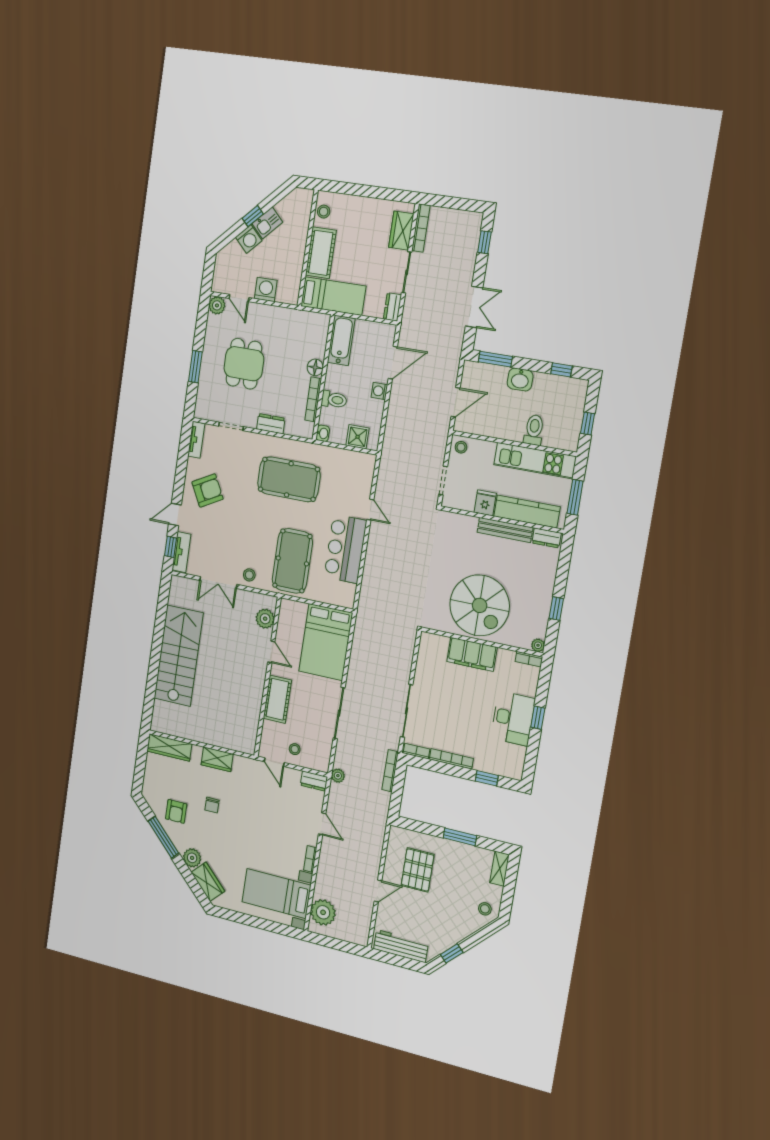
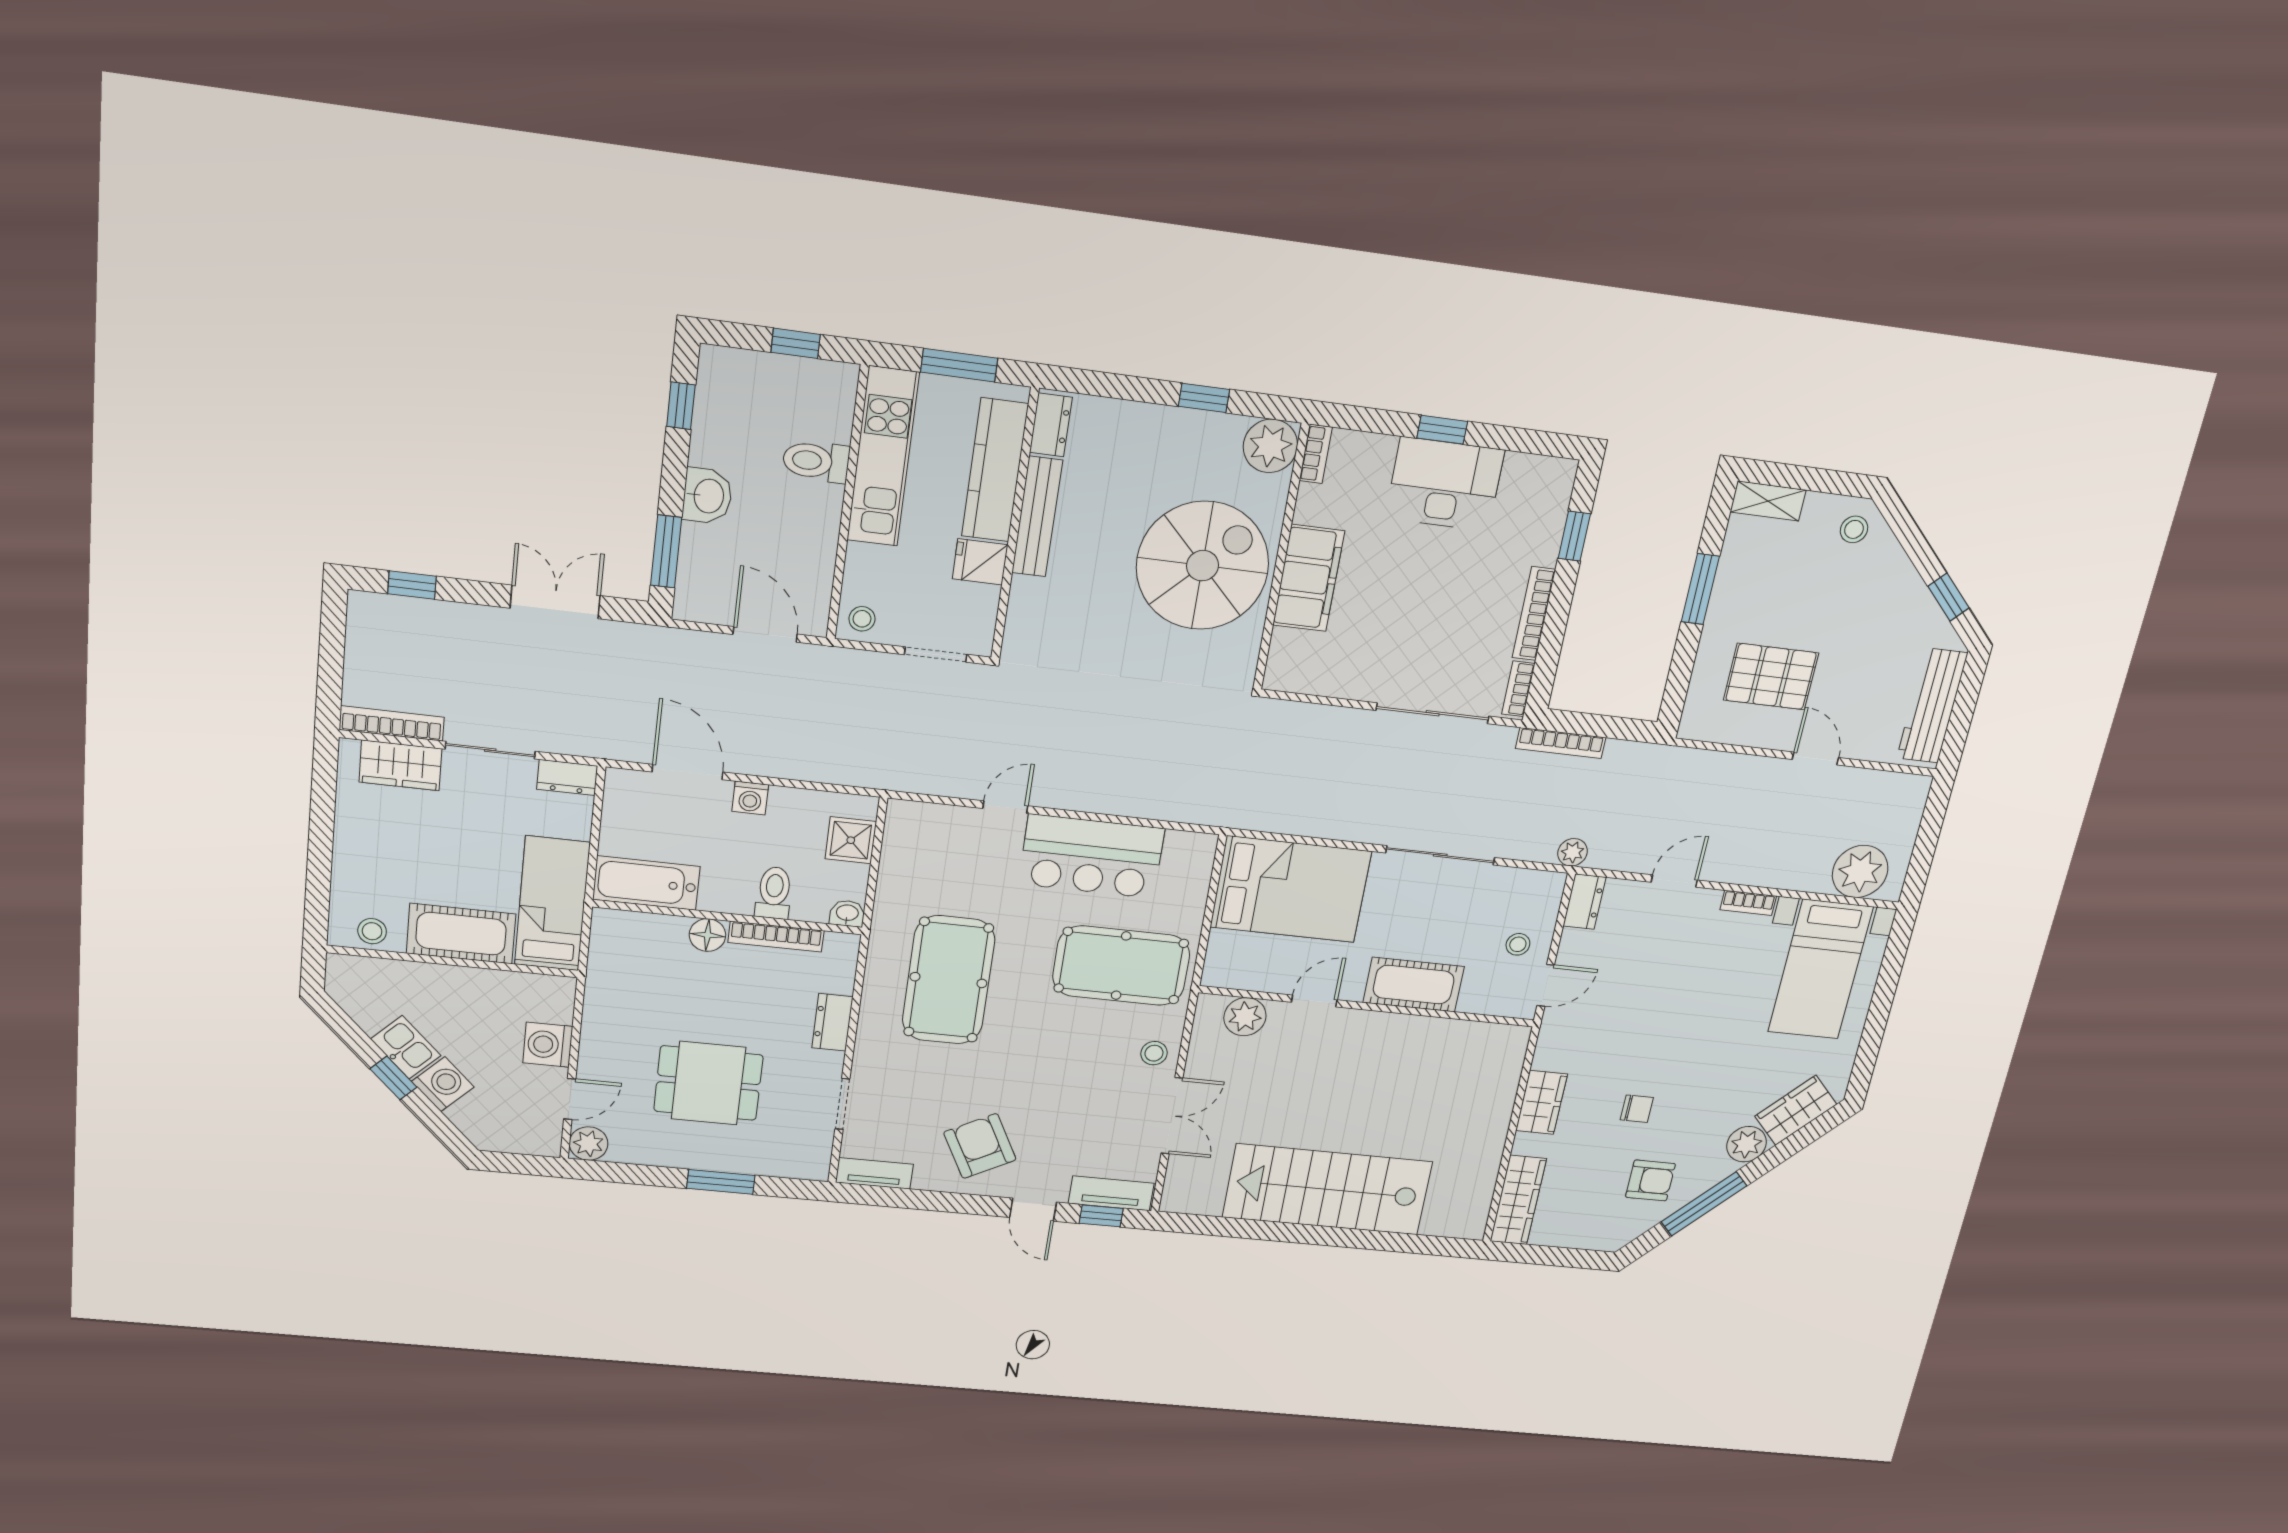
plant: (538, 645) -> (1270, 446), width x1.87, depth x1.87

